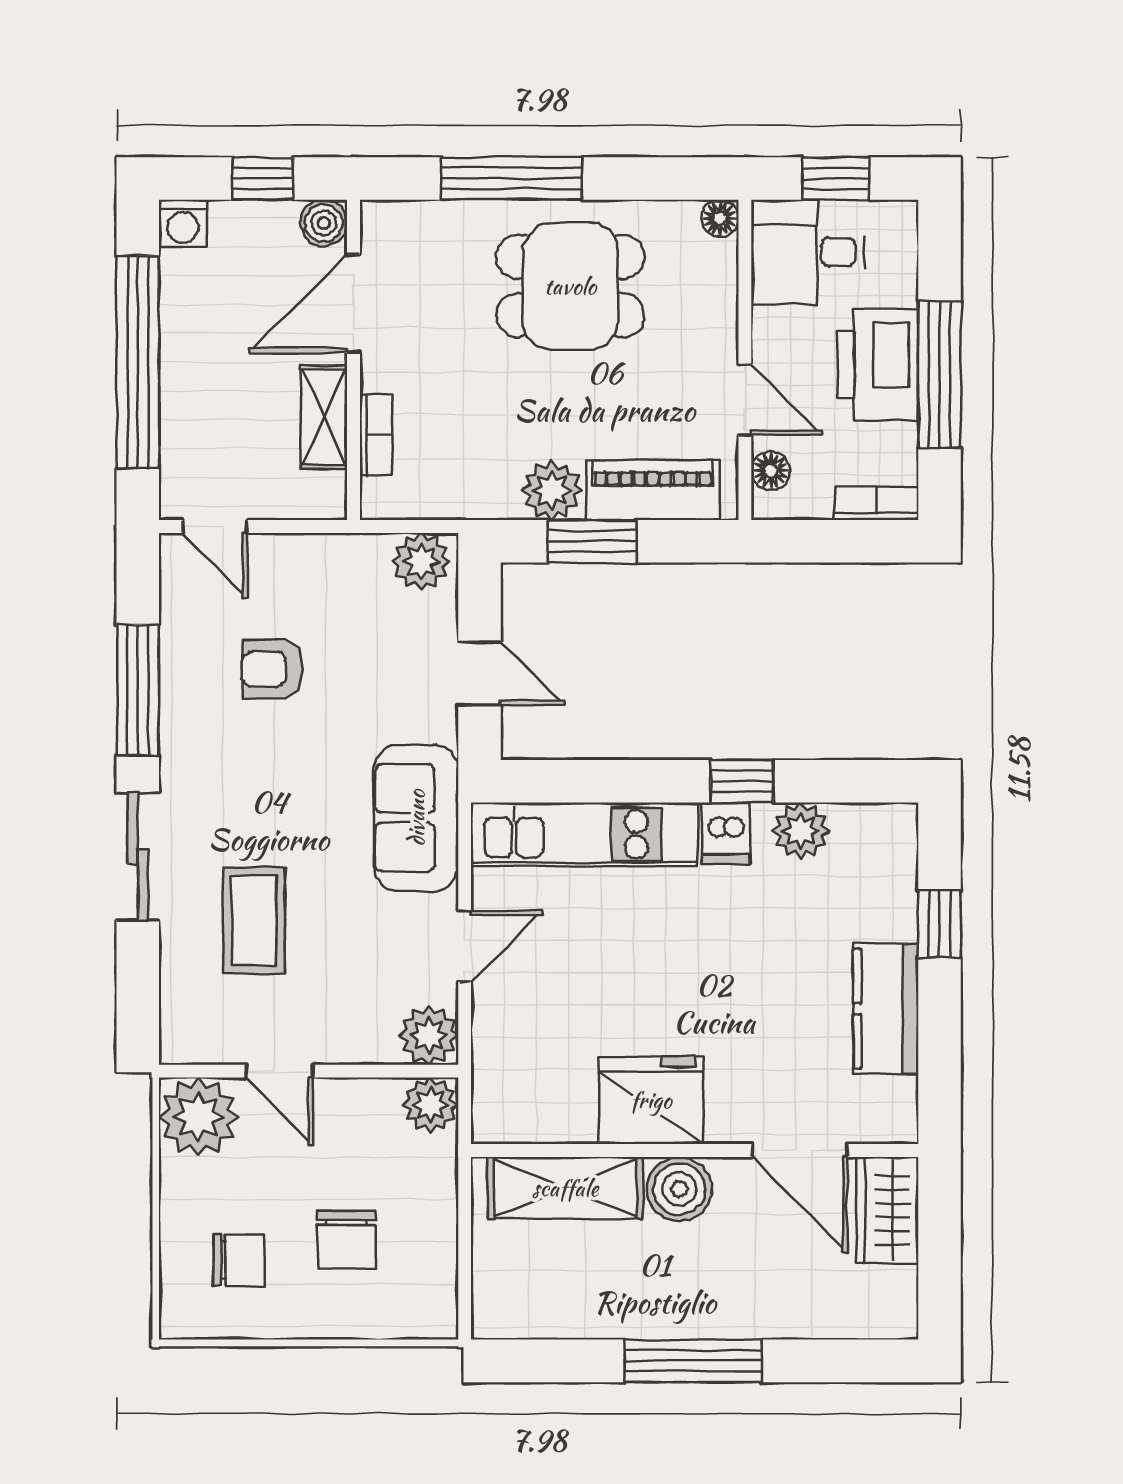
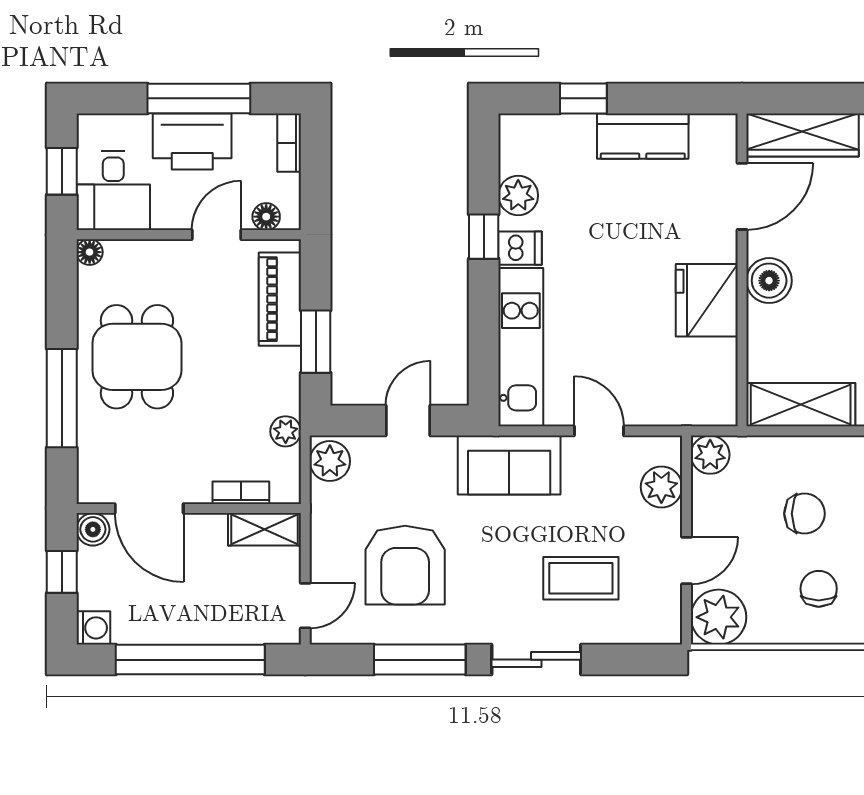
shelving: (324, 417) -> (264, 529), moved
plant: (552, 490) -> (286, 431), moved, width x0.73, depth x0.73
armchair: (273, 669) -> (405, 565), width x1.88, depth x1.88
plant: (429, 1035) -> (661, 487), moved
shelving: (565, 1188) -> (801, 405), moved, turned 90
wardrobe: (887, 1210) -> (803, 135), width x1.50

